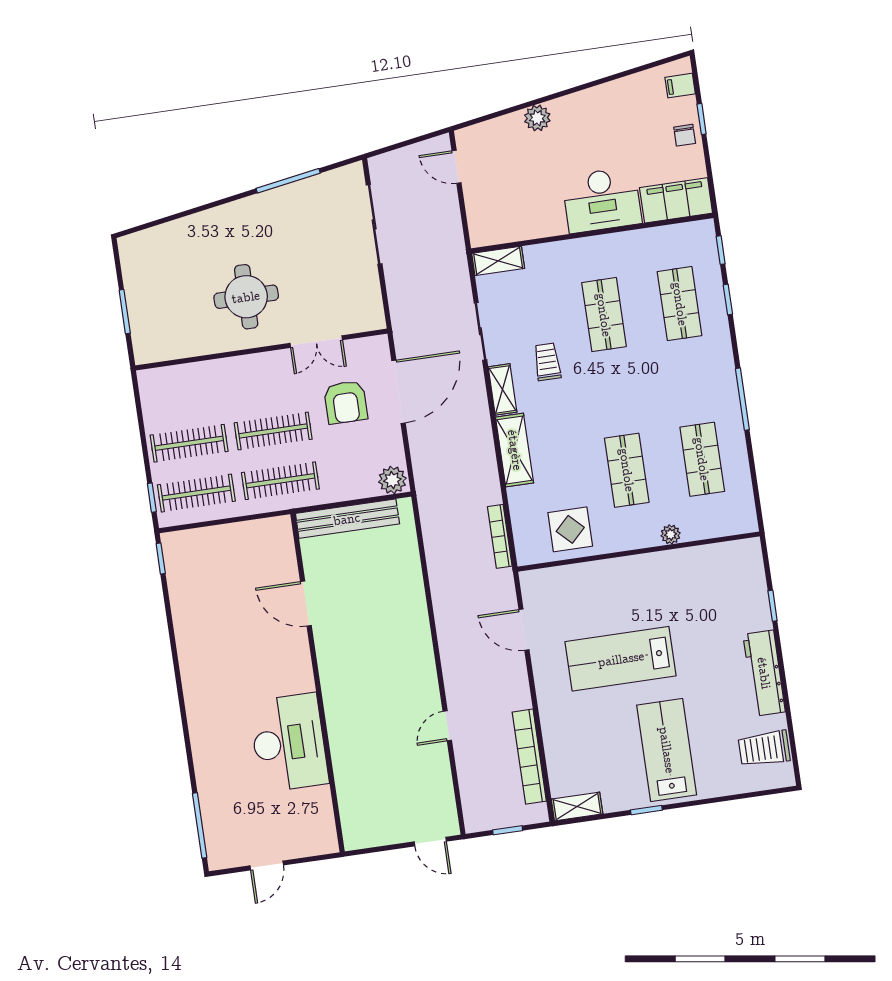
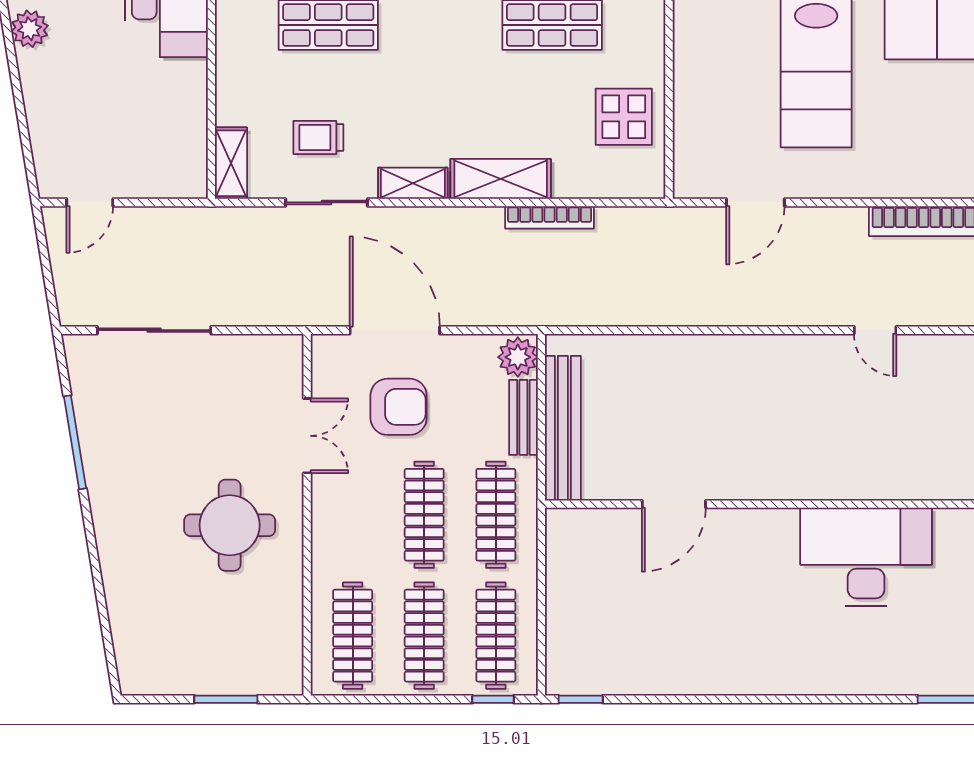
plant: (537, 118) -> (30, 29), moved
trolley: (547, 362) -> (318, 137), moved
clothes rail: (182, 393) -> (353, 636), added
bench: (351, 490) -> (523, 417), added
bookcase: (500, 536) -> (550, 217), moved

